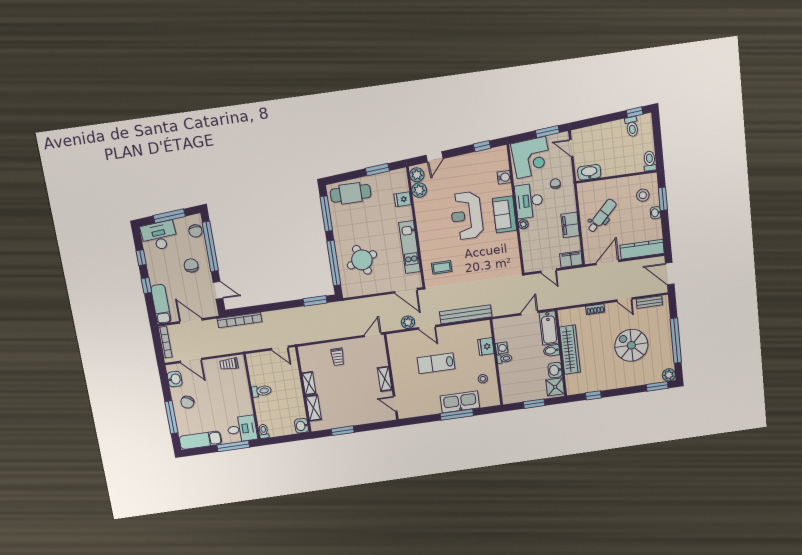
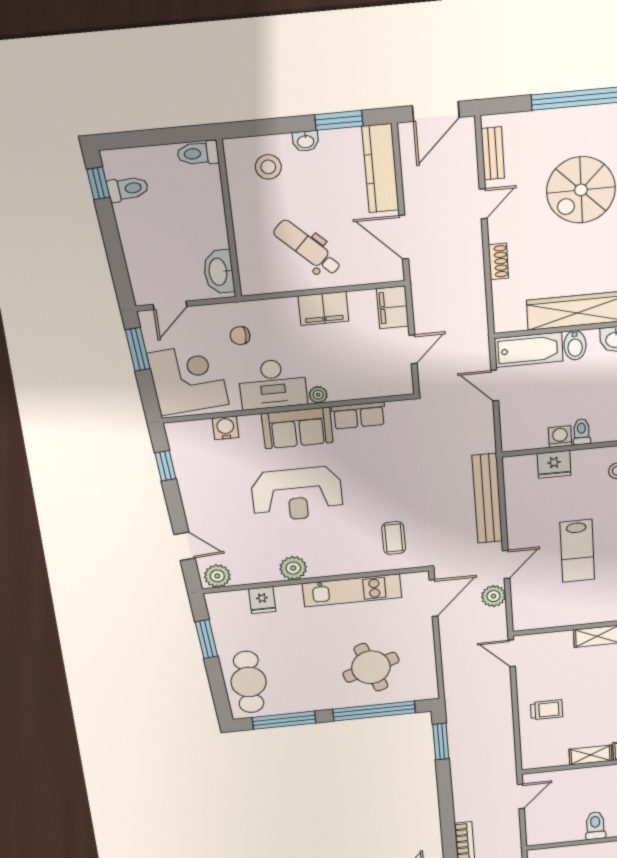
plant: (419, 190) -> (293, 568), moved
window: (663, 199) -> (339, 120), moved
row of seats: (512, 245) -> (359, 416), added

